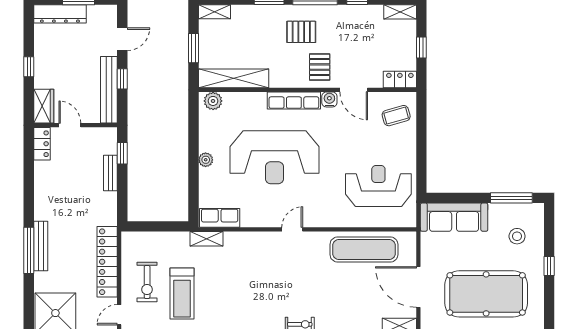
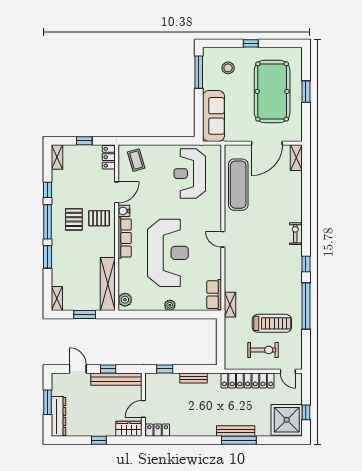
pallet: (301, 32) -> (74, 219), moved
bench: (110, 173) -> (194, 378), moved

